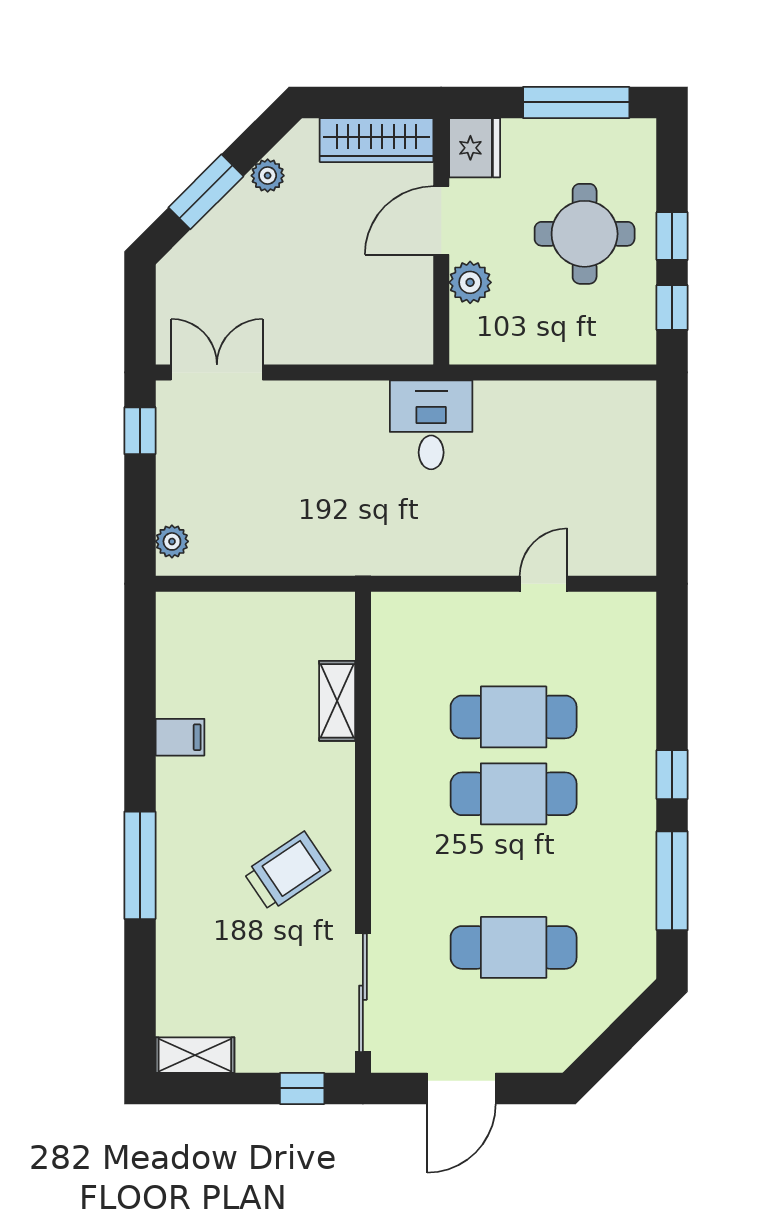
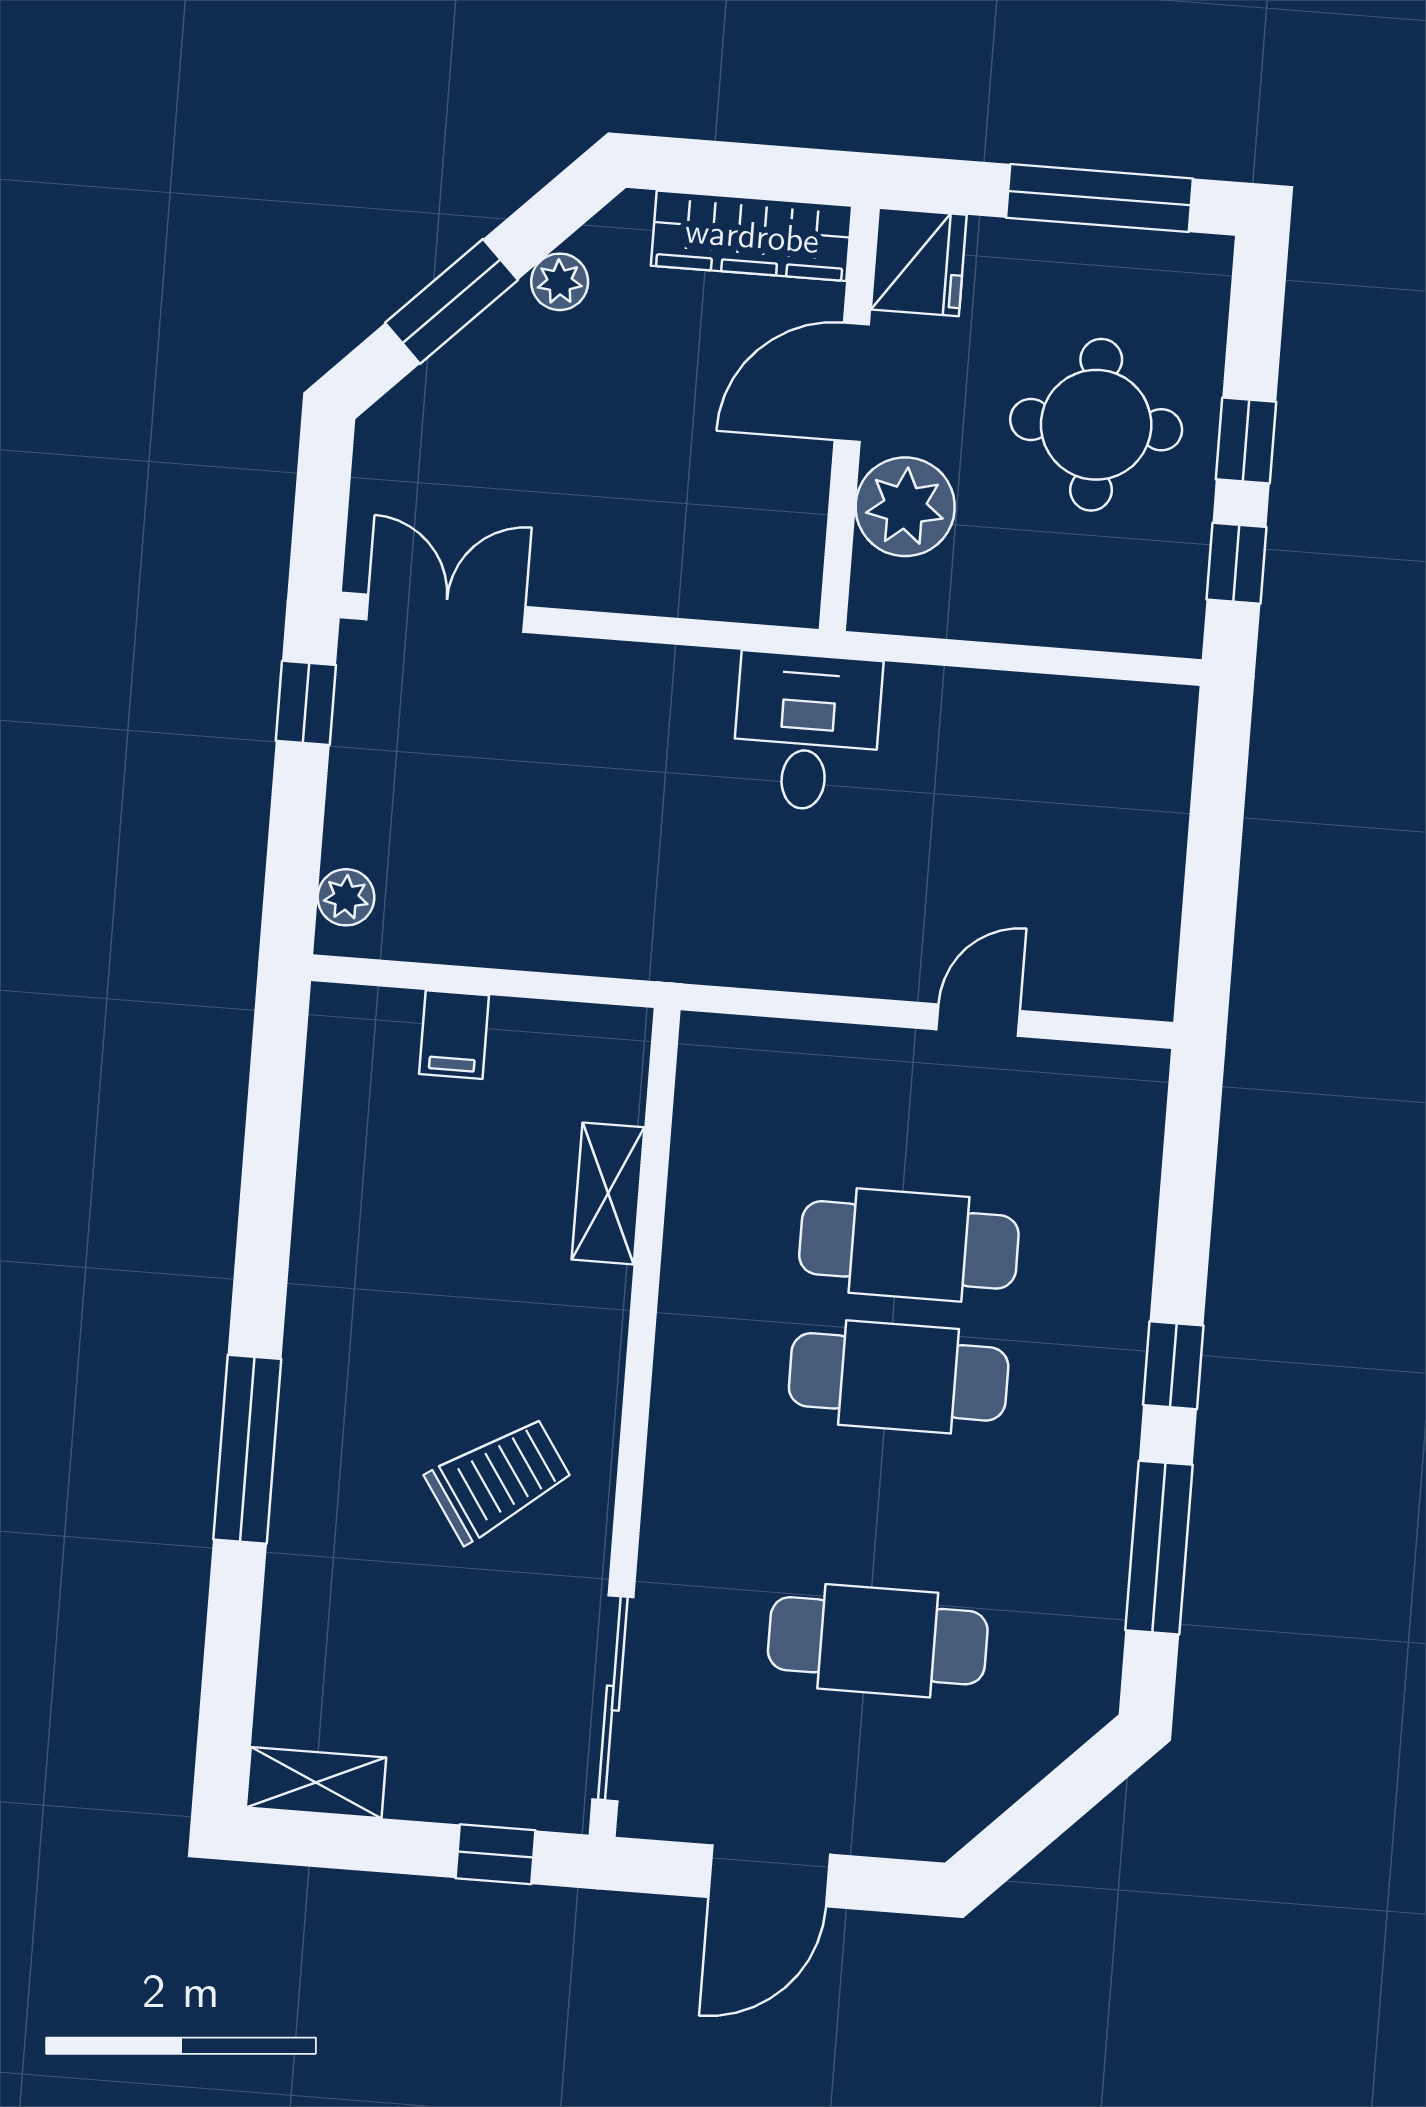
plant: (470, 282) -> (905, 507), width x1.36, depth x1.36
filing cabinet: (180, 737) -> (454, 1035), moved, turned 90

